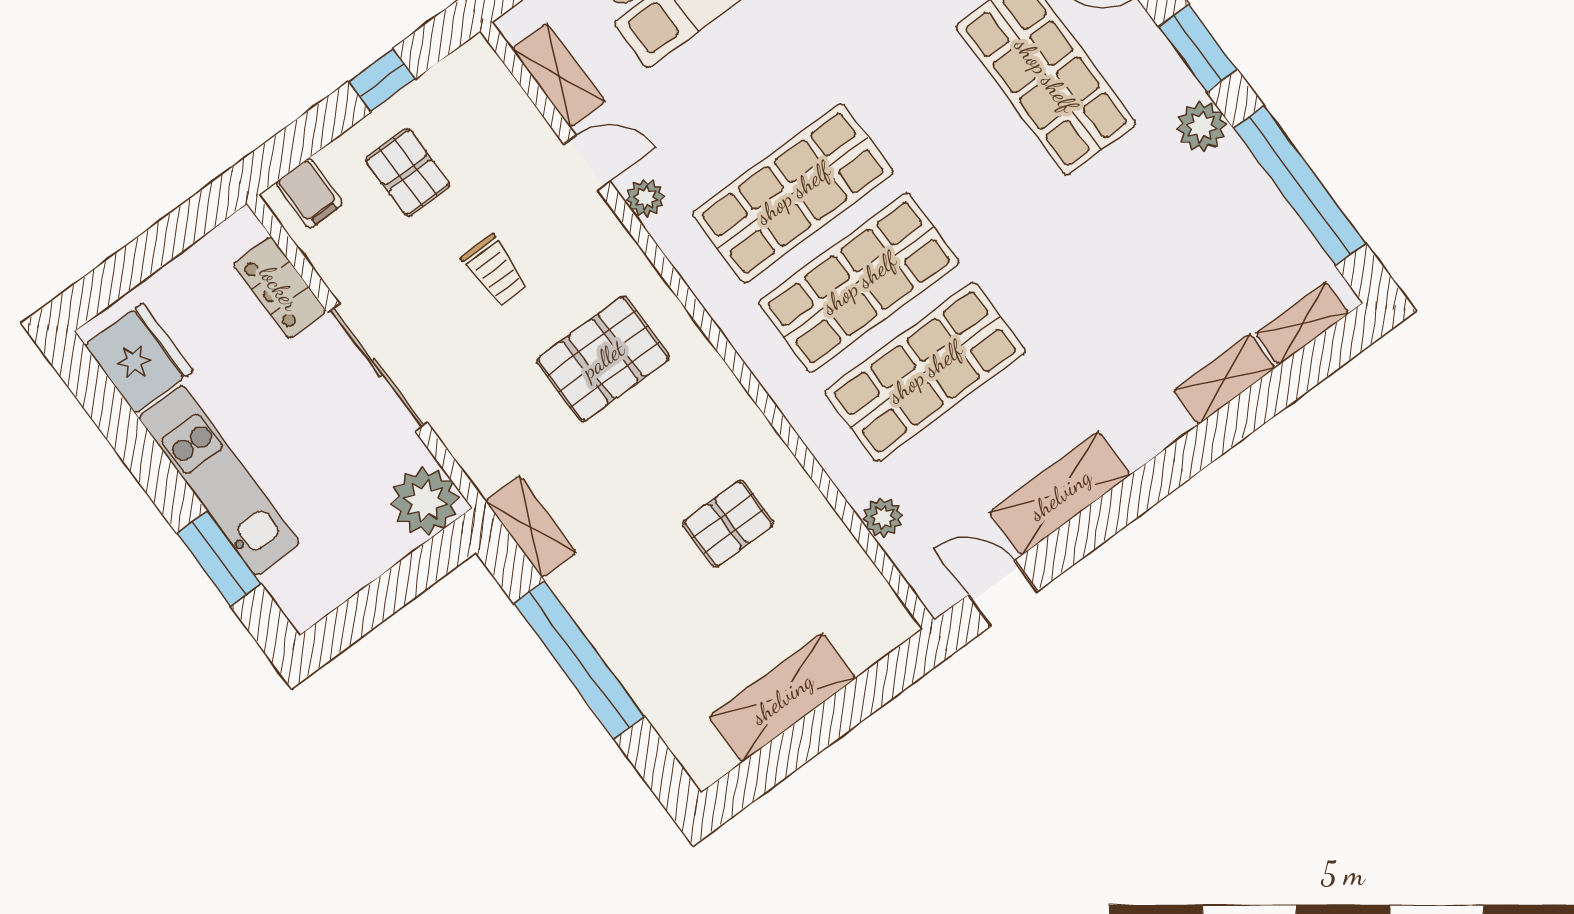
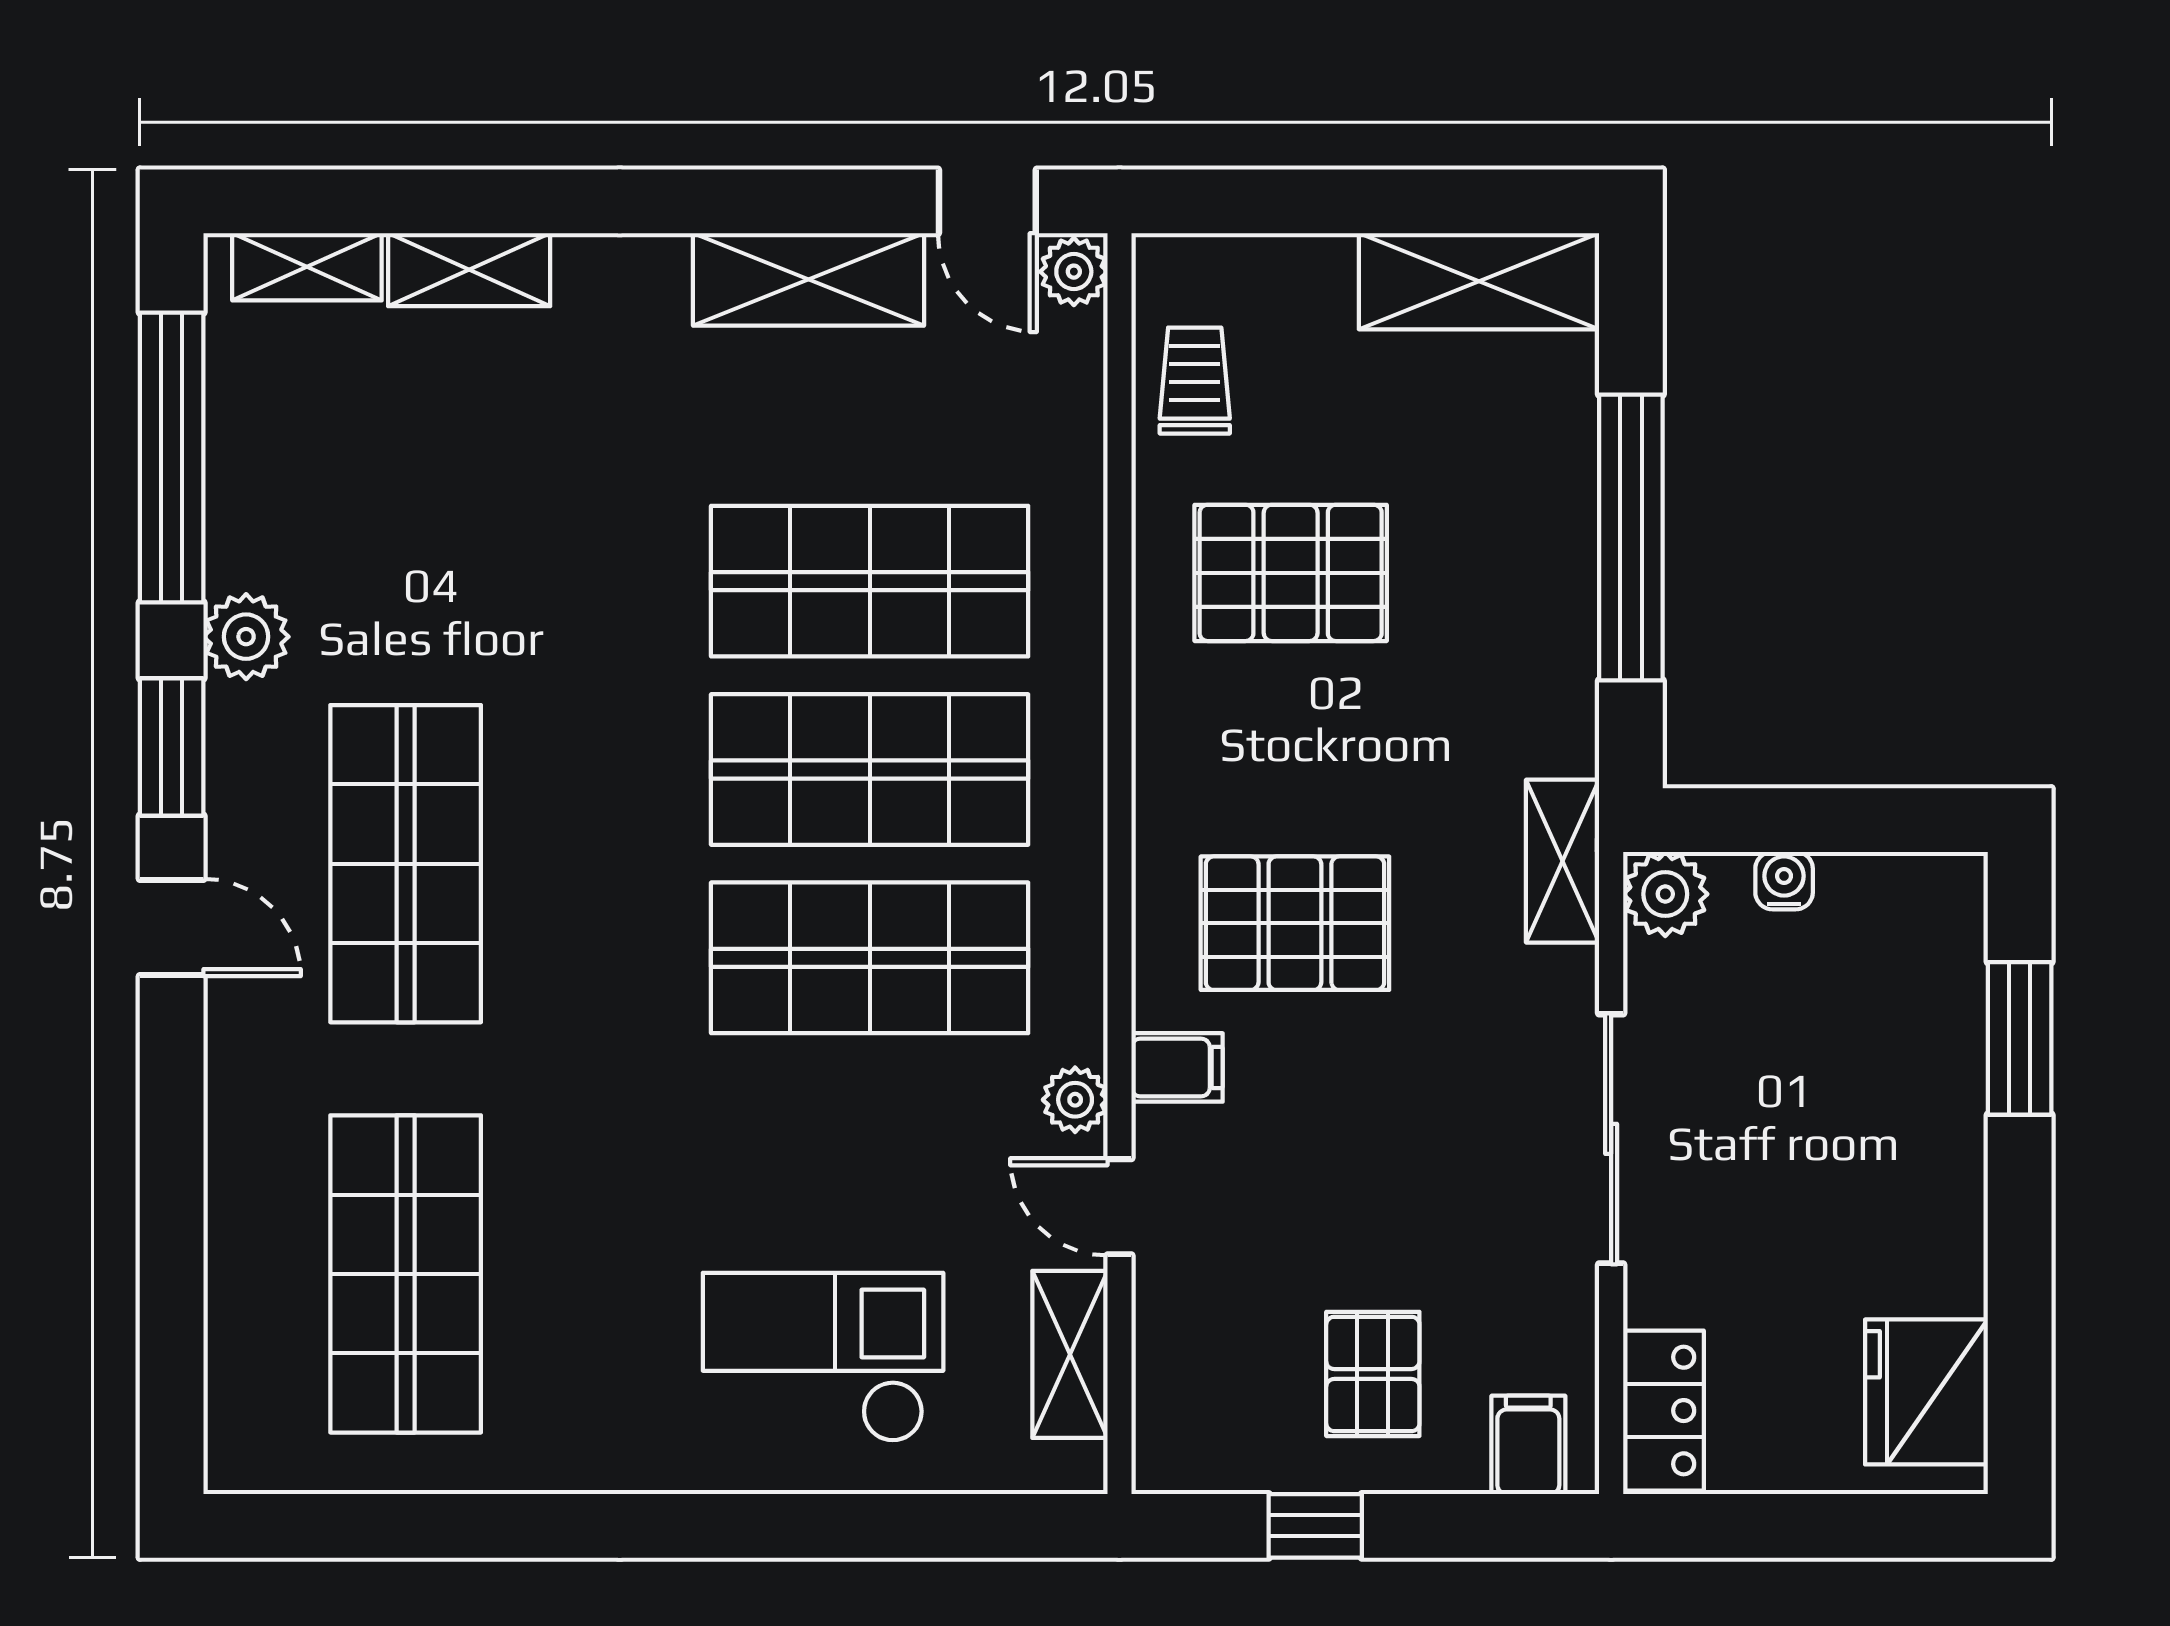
filing cabinet: (608, 249) -> (1177, 1067), added
trolley: (495, 271) -> (1195, 381), moved
locker: (280, 288) -> (1663, 1411), moved
kitchen unit: (219, 480) -> (1940, 1145), removed
plant: (425, 501) -> (1665, 894), width x0.73, depth x0.73
plant: (883, 517) -> (1074, 272), moved
pallet: (728, 524) -> (1291, 573), width x1.50, depth x1.42
shelving: (531, 527) -> (1563, 861), moved
water cooler: (386, 551) -> (1784, 881), added
shelving: (782, 698) -> (1479, 281), moved

